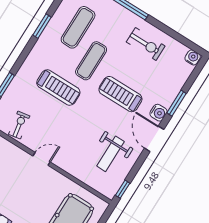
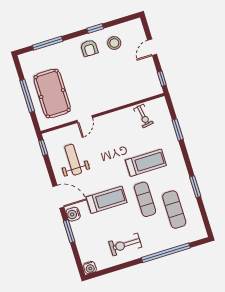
treadmill: (58, 88) -> (146, 163), turned 180
door: (42, 159) -> (85, 119), moved

